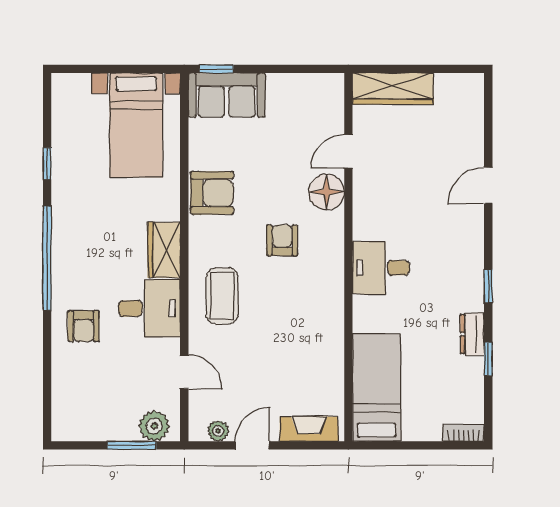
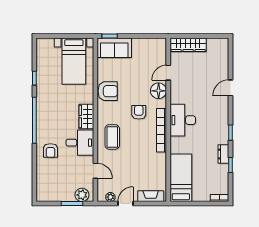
desk: (381, 268) -> (183, 120), width x1.37
bookcase: (333, 281) -> (161, 130), added

